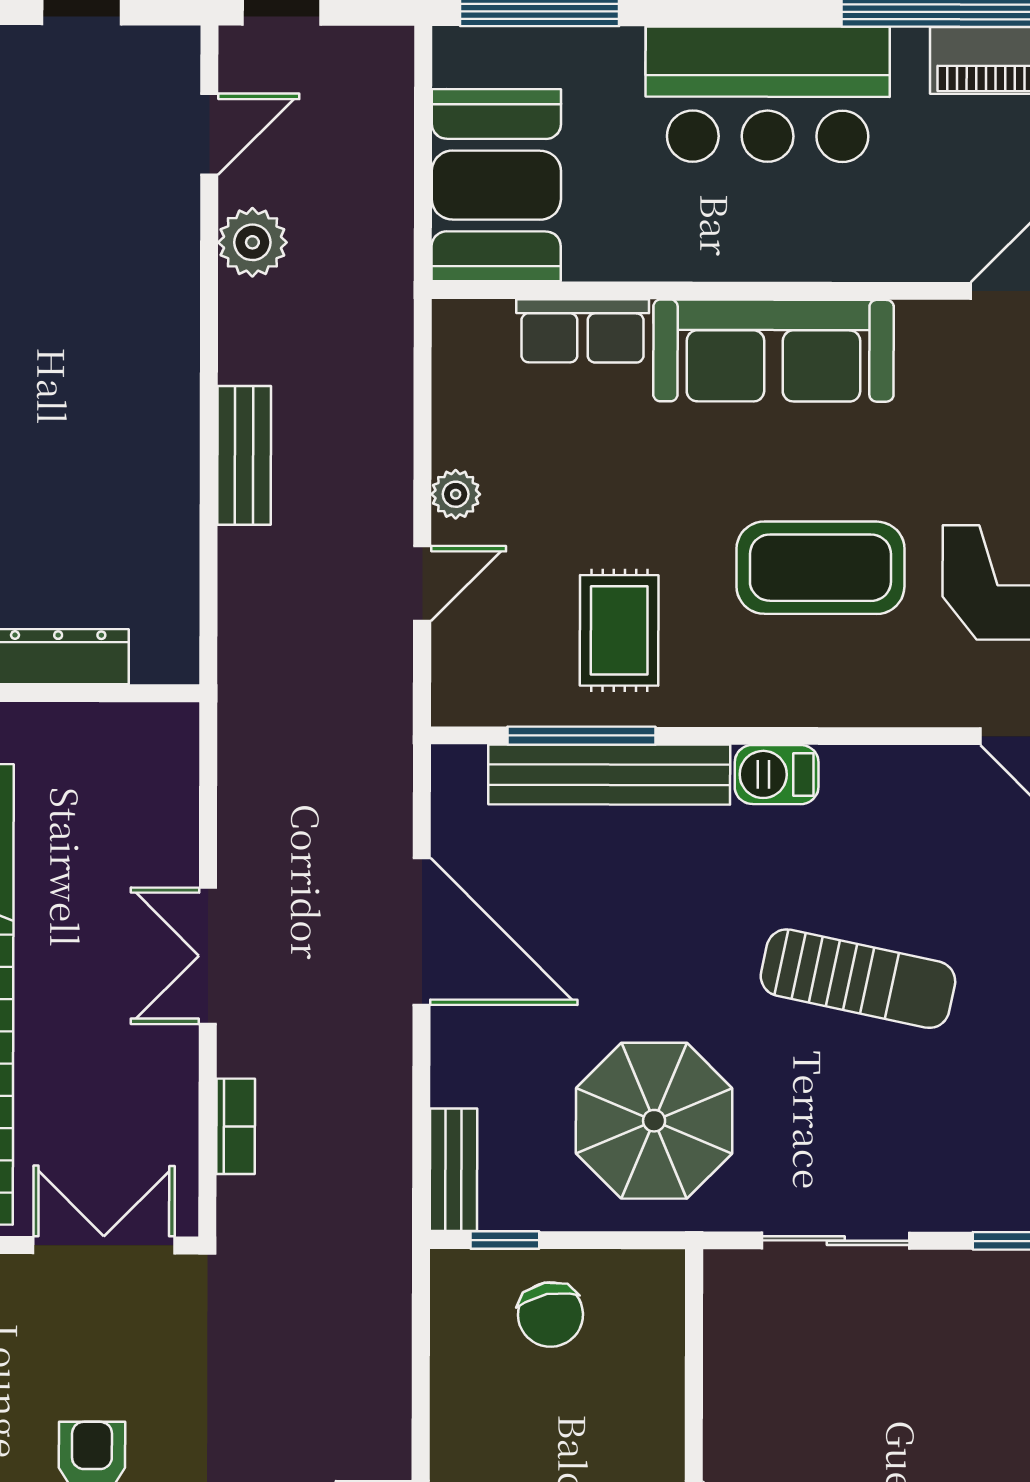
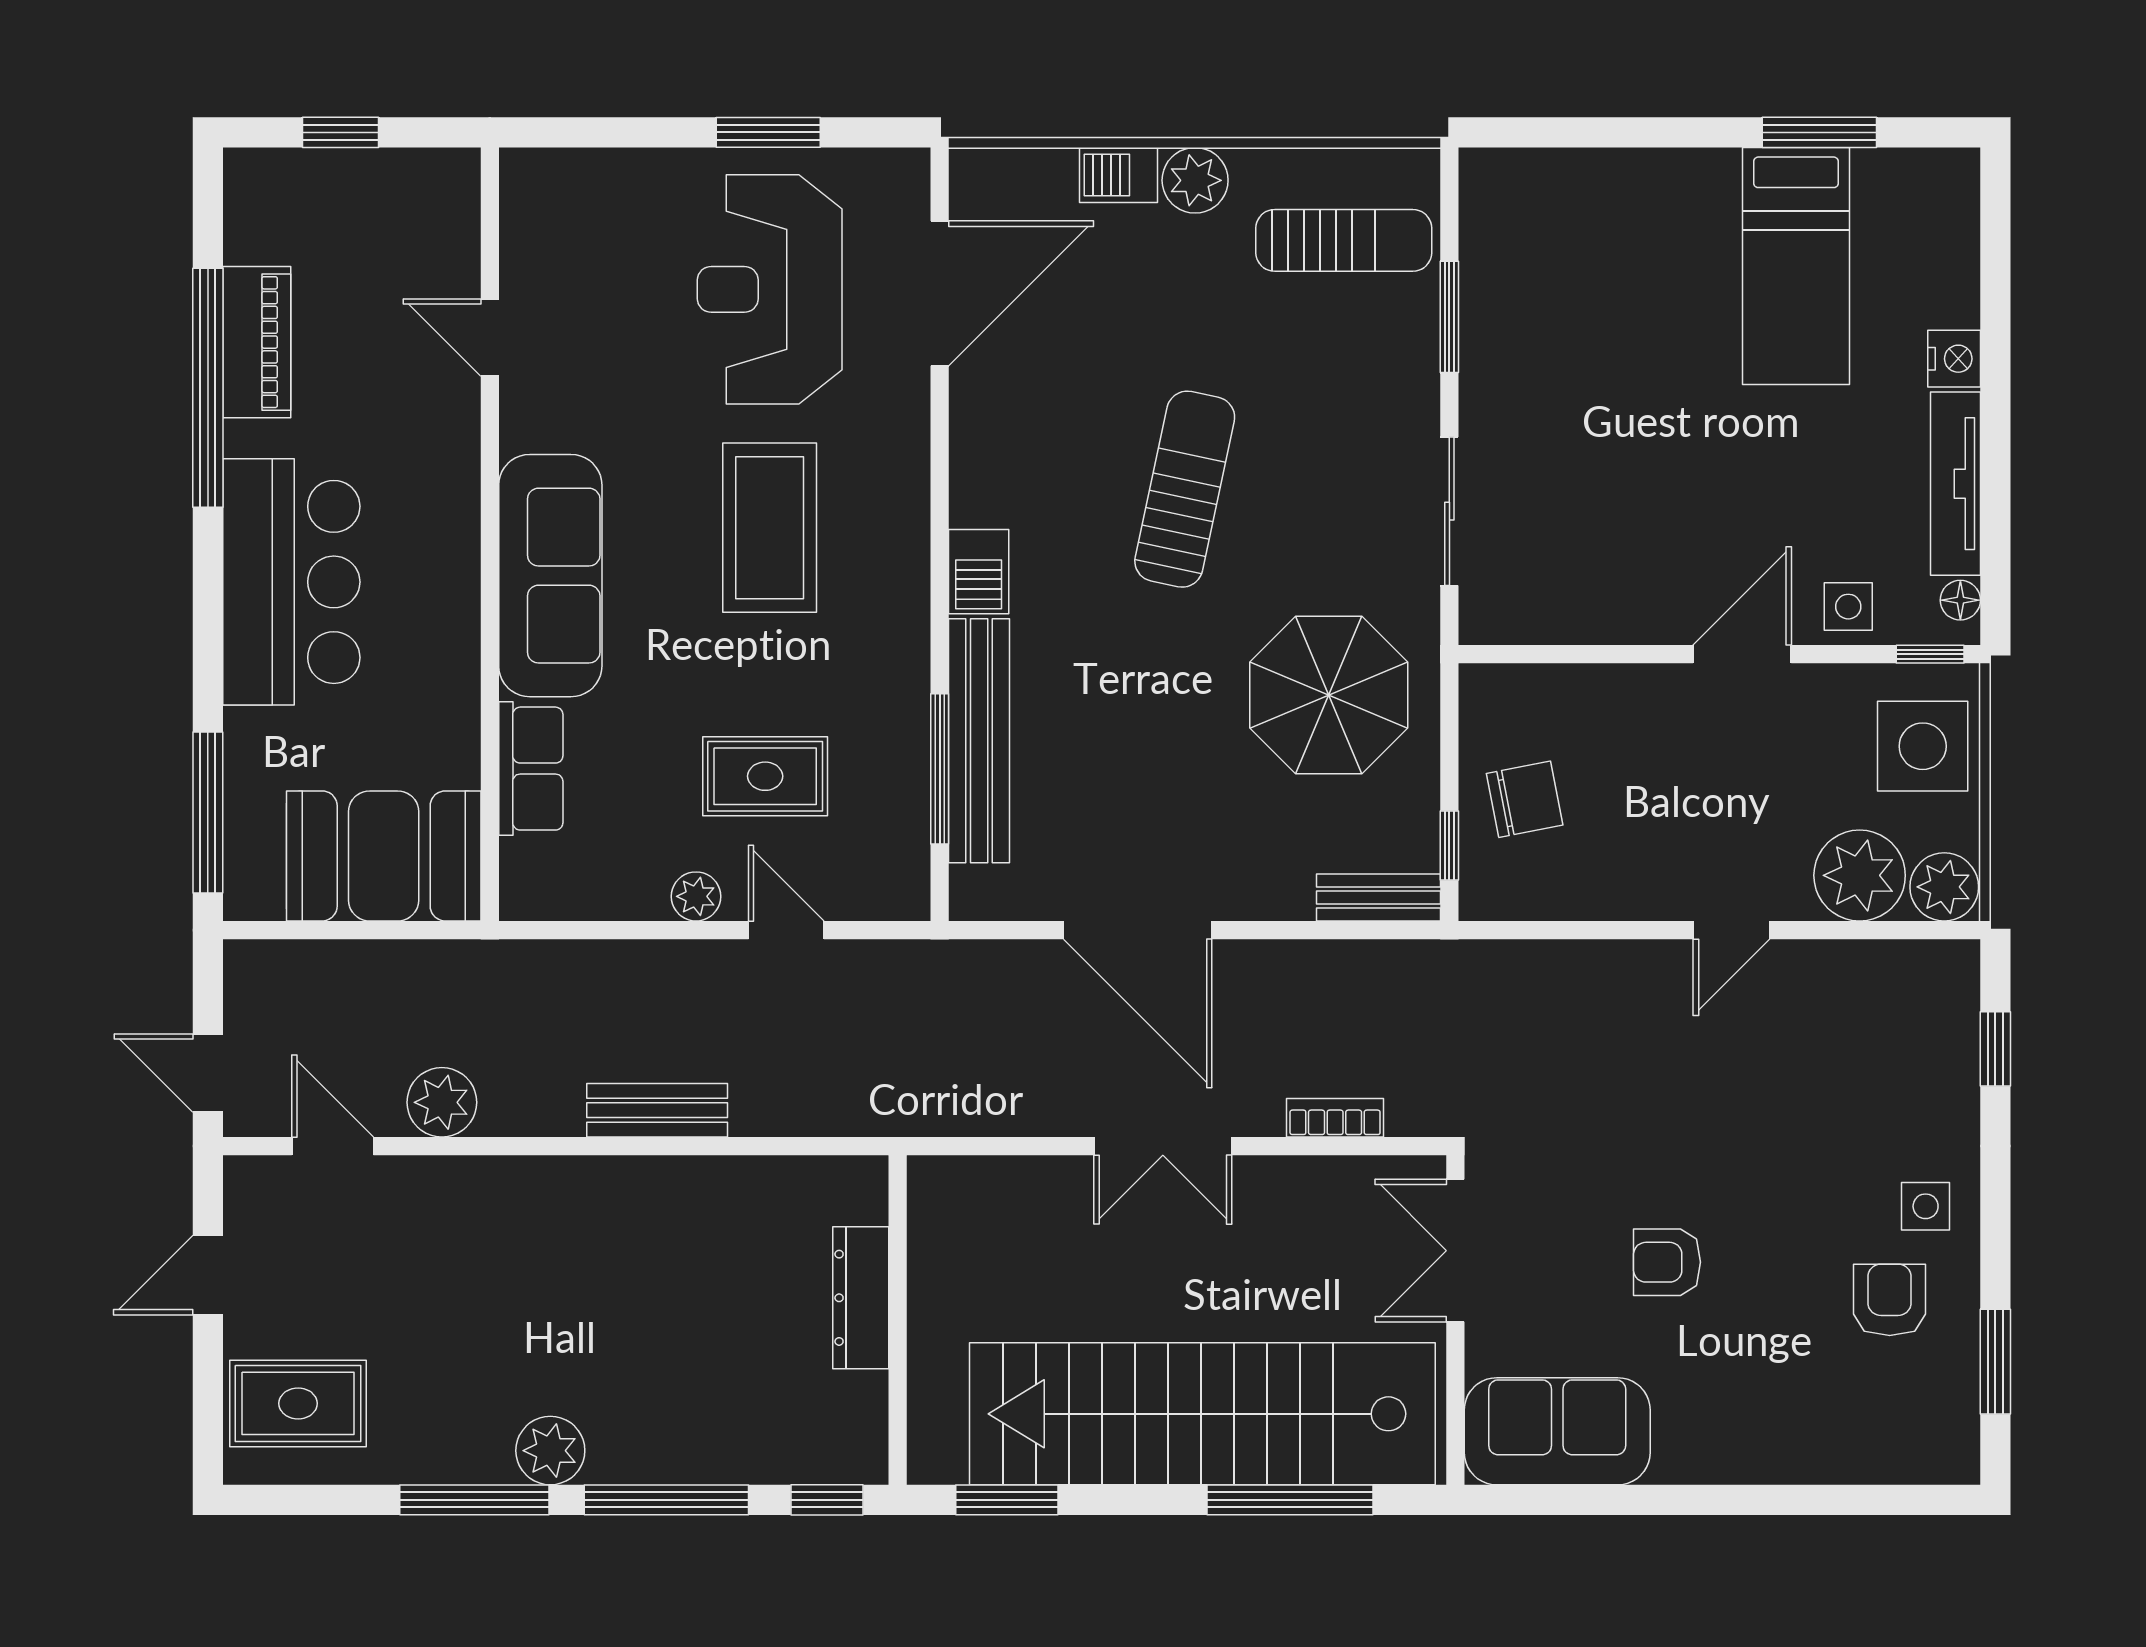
rug: (619, 630) -> (765, 776), moved
door: (422, 931) -> (1138, 930), swing flipped

